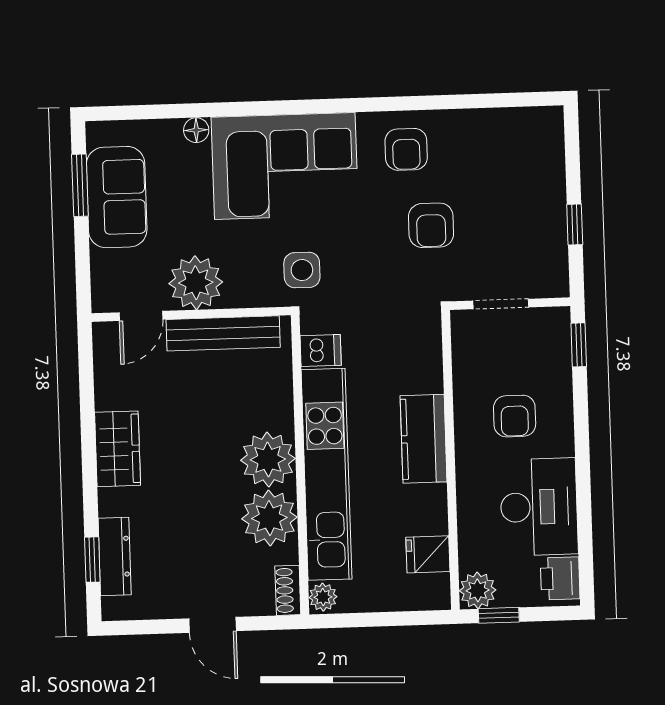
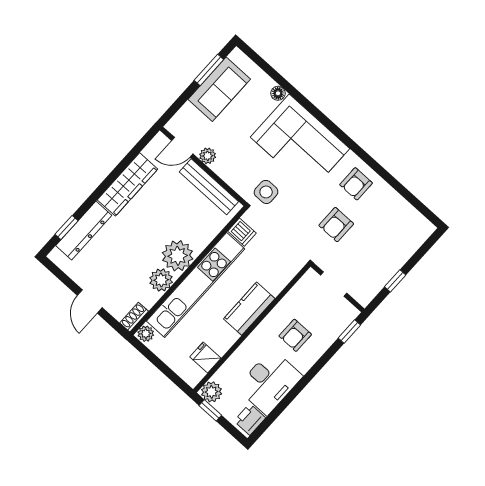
plant: (196, 283) -> (208, 156), width x0.53, depth x0.53
wardrobe: (118, 449) -> (127, 184), width x1.50
plant: (269, 518) -> (161, 280), width x0.73, depth x0.73
dresser: (115, 557) -> (84, 231), width x1.37, depth x1.24

